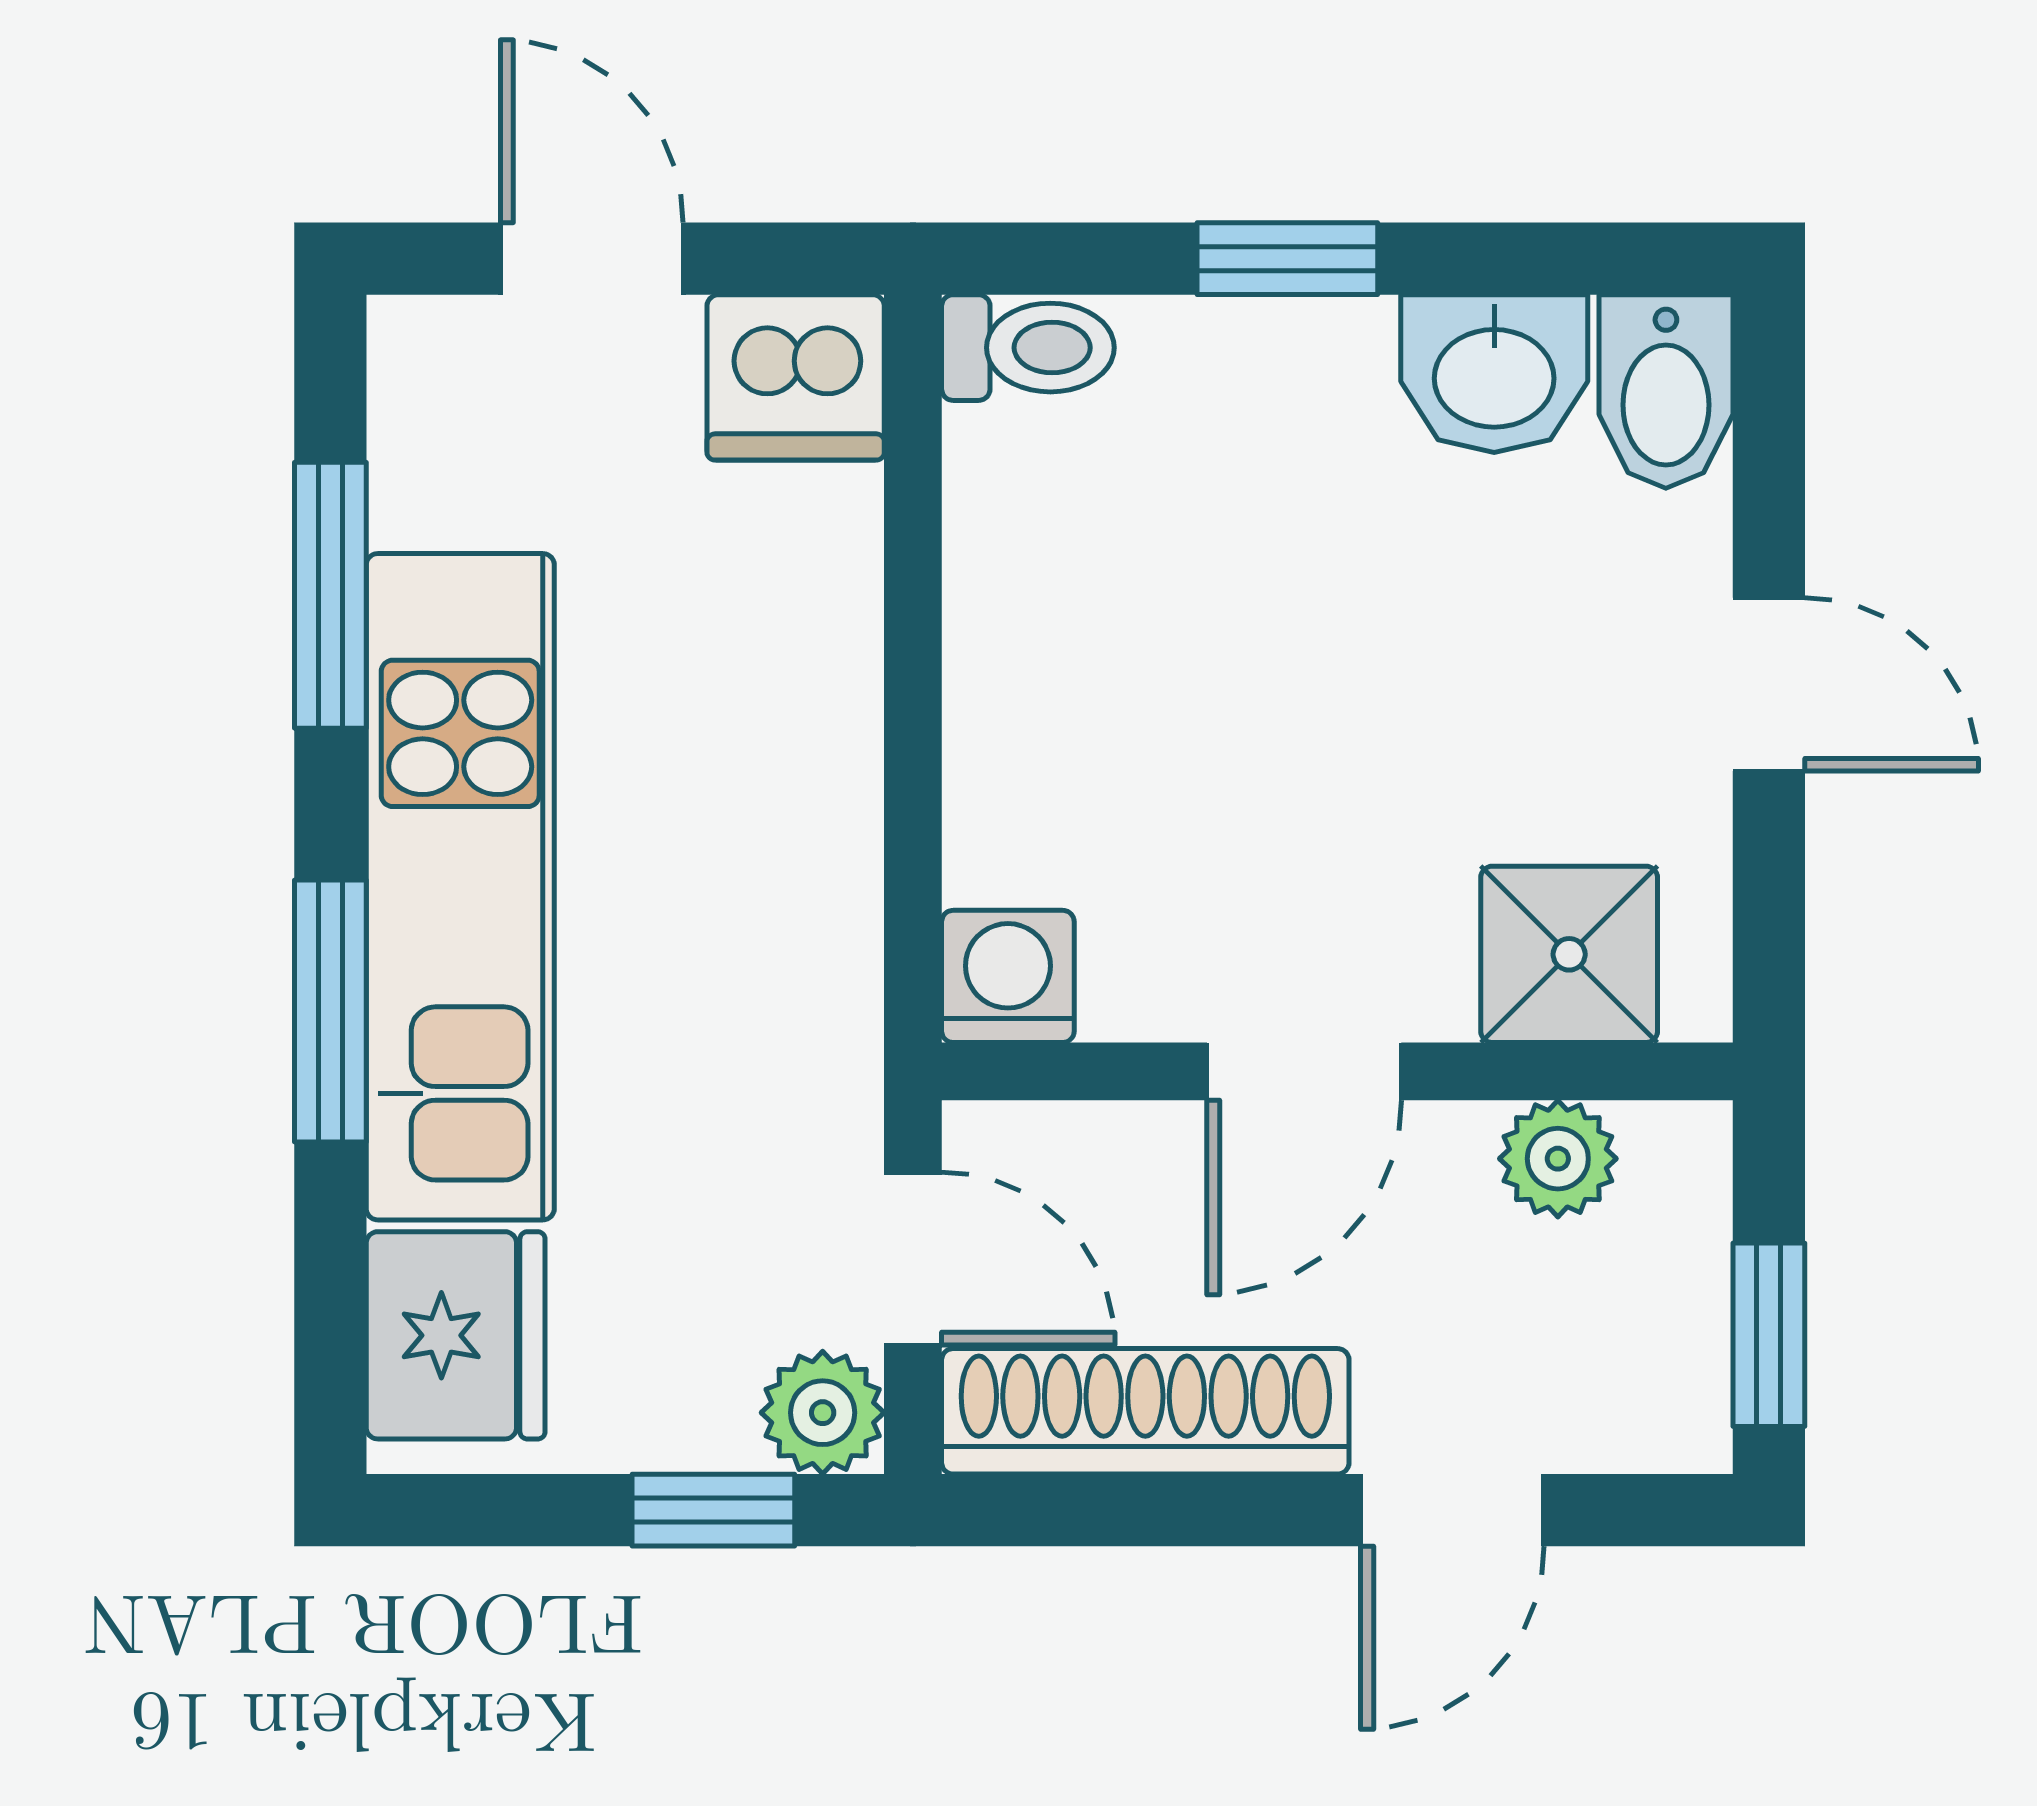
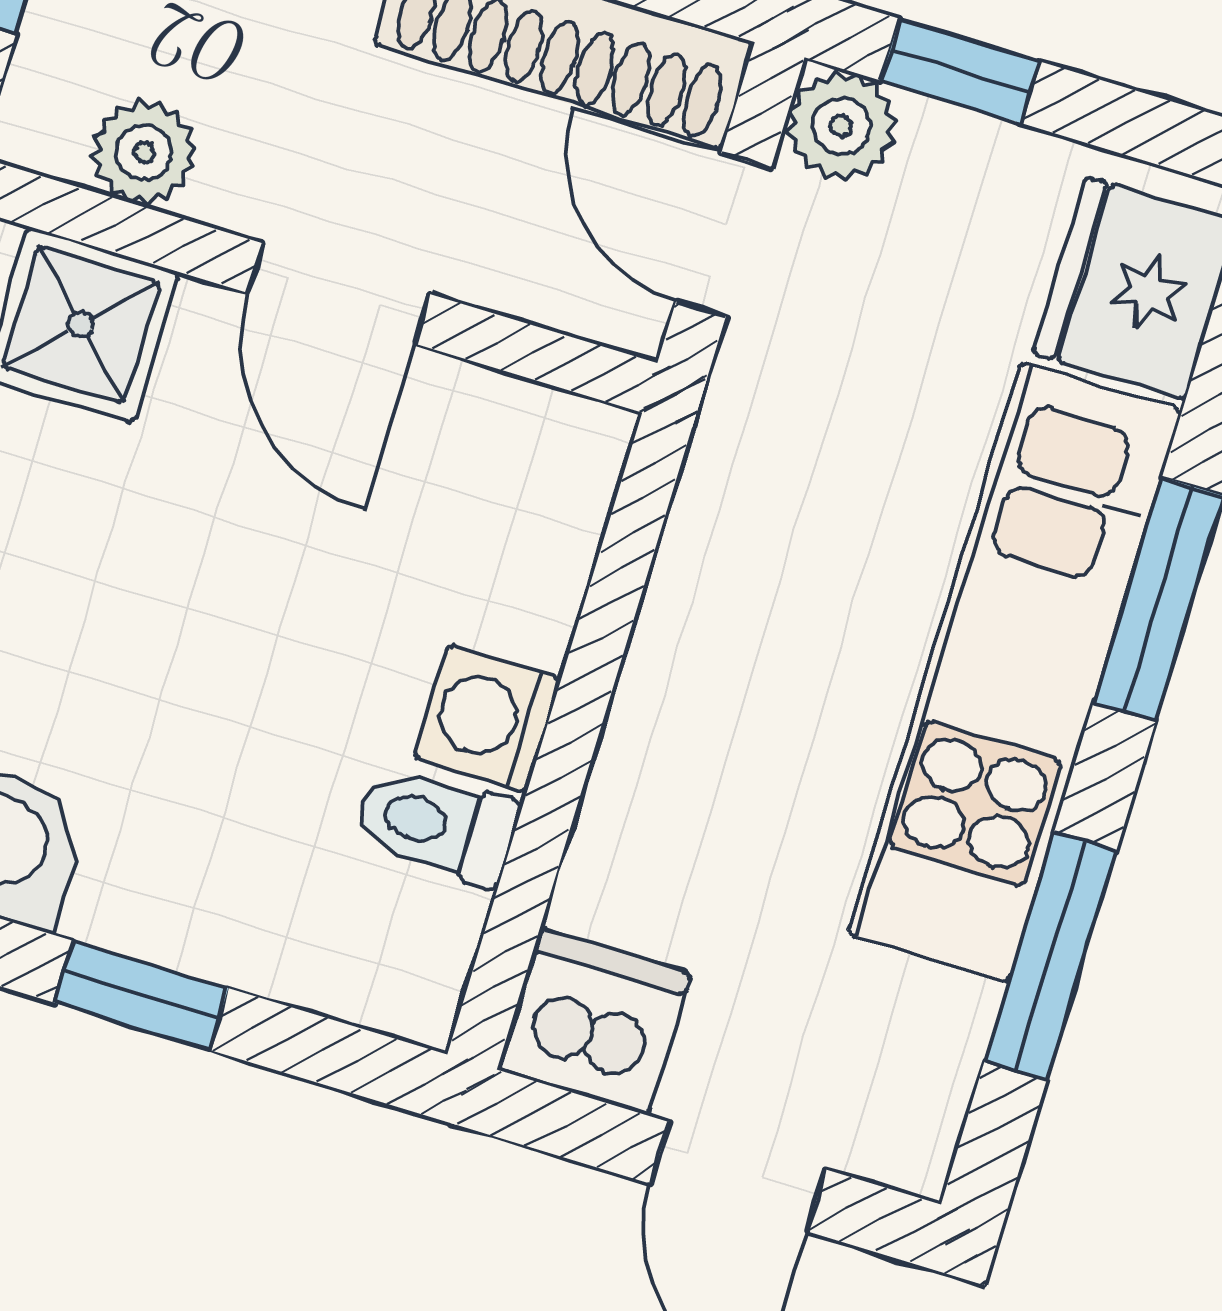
toilet: (1028, 348) -> (436, 825), moved
washing machine: (1008, 976) -> (488, 718), moved, turned 90
door: (1304, 1071) -> (339, 293), swing flipped

